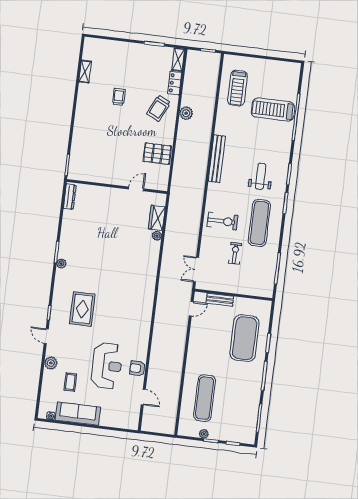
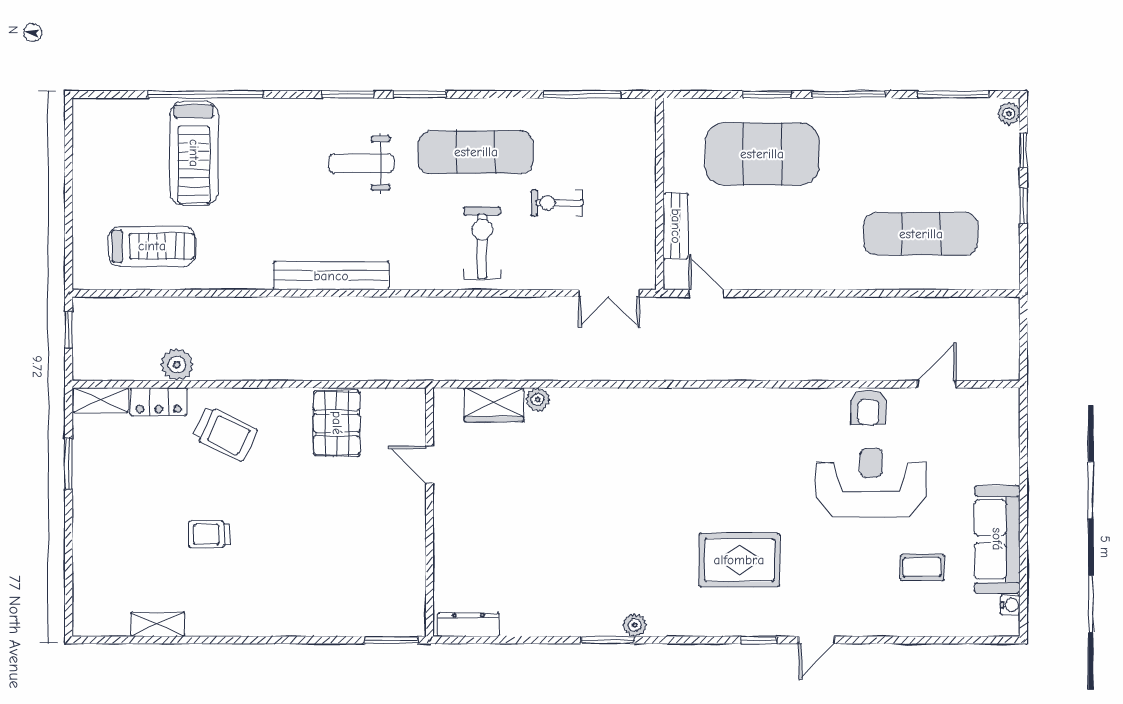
plant: (186, 113) -> (177, 365), moved
plant: (51, 363) -> (881, 621), removed
plant: (204, 434) -> (1009, 113), moved

